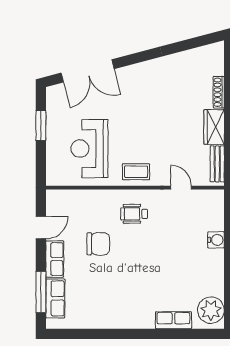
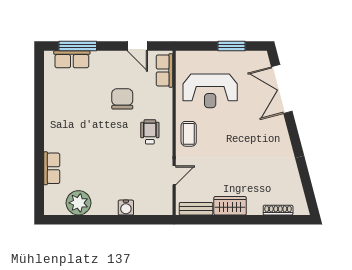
shoe rack: (219, 92) -> (278, 210), moved
reception desk: (89, 149) -> (210, 91), turned 180
chair: (98, 244) -> (122, 99), turned 180
row of seats: (55, 259) -> (164, 70), moved, turned 90
plant: (211, 310) -> (79, 203), moved

